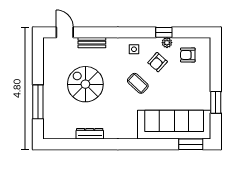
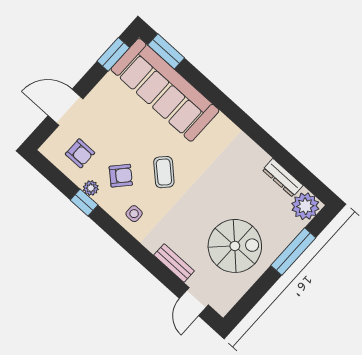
door: (216, 71) -> (65, 107), added
spiral stairs: (85, 84) -> (235, 246), moved, turned -90
window: (216, 102) -> (113, 54), moved
plant: (52, 130) -> (305, 206), added
dresser: (90, 134) -> (283, 178), moved

